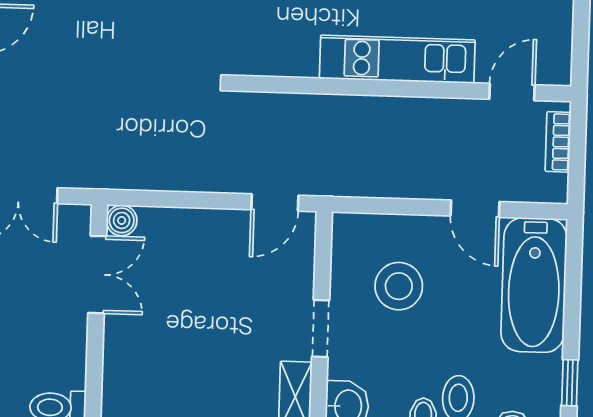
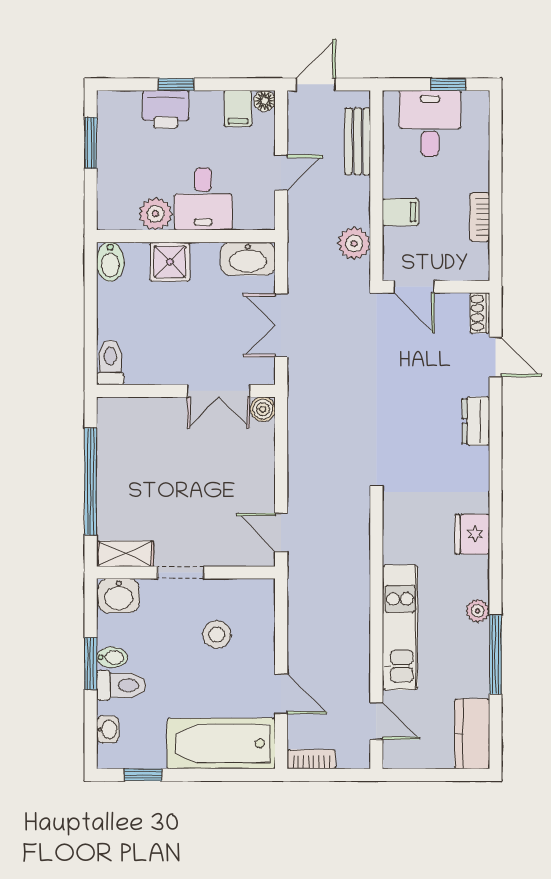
bookcase: (558, 142) -> (311, 759), moved
door: (475, 209) -> (281, 694), swing flipped
stool: (399, 286) -> (217, 634), width x0.73, depth x0.73

